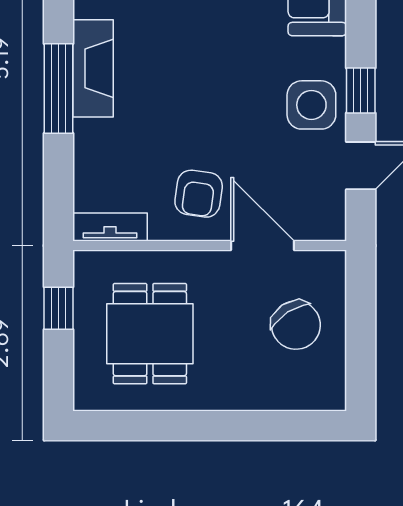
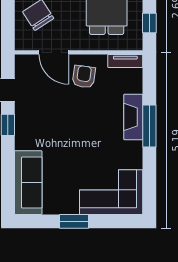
fireplace: (93, 68) -> (133, 117), moved
side table: (311, 105) -> (31, 118), removed

